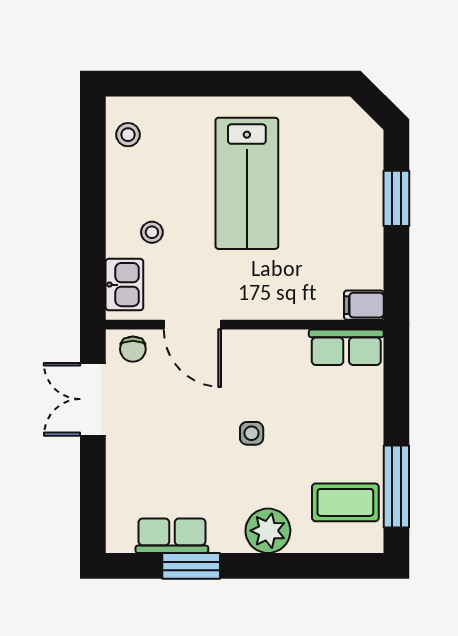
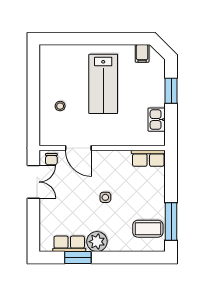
stool: (128, 135) -> (49, 62), removed
kitchen sink: (124, 285) -> (157, 120), moved, turned 180
filing cabinet: (364, 305) -> (142, 53), moved, turned -90
double door: (93, 399) -> (33, 182), swing flipped
plant: (268, 531) -> (97, 242), moved

